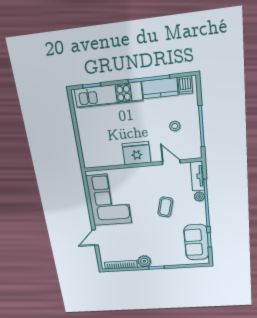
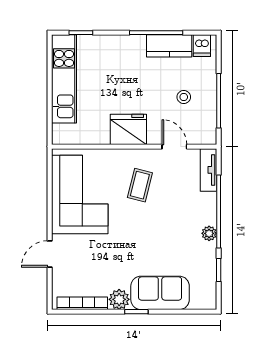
kitchen unit: (108, 95) -> (64, 79), moved, turned -90
plant: (199, 197) -> (209, 233), moved
coffee table: (165, 207) -> (140, 185), moved
sofa: (196, 242) -> (160, 293), moved, turned 90

